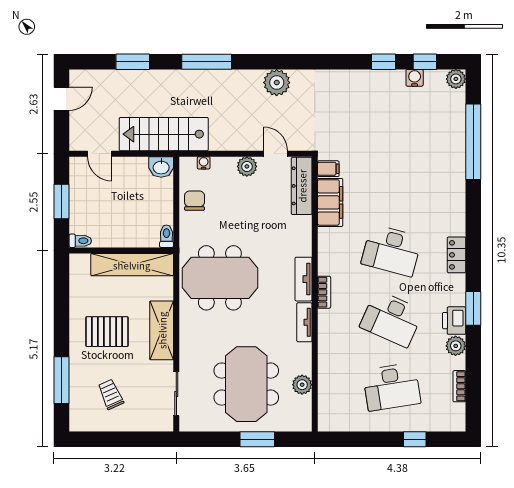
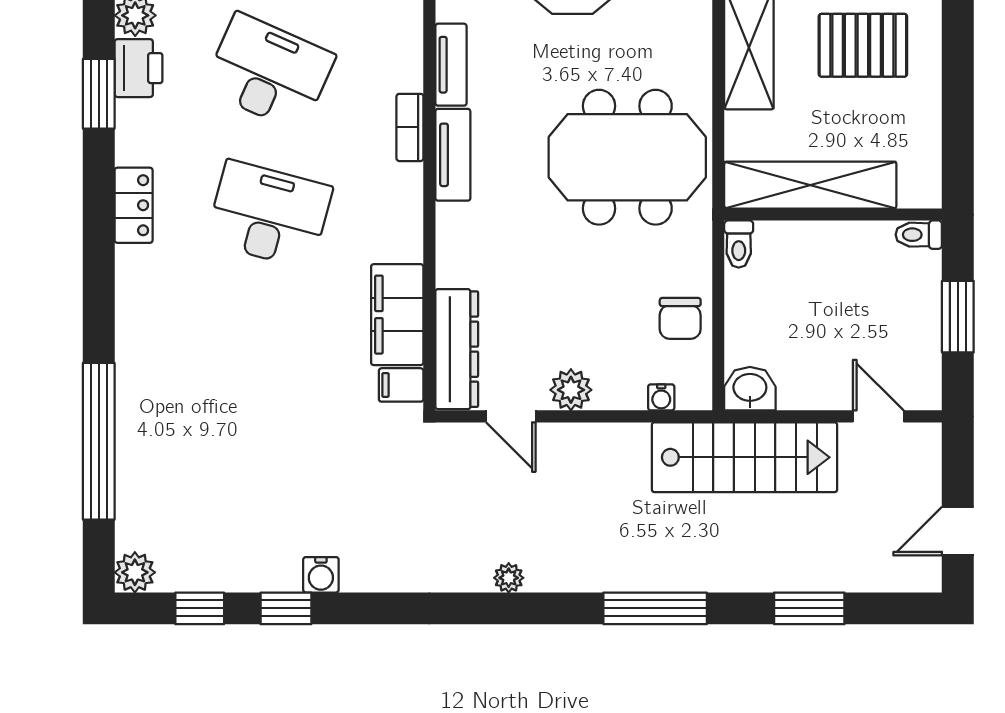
water cooler: (415, 78) -> (321, 575), moved
plant: (277, 83) -> (509, 578), width x0.53, depth x0.53

